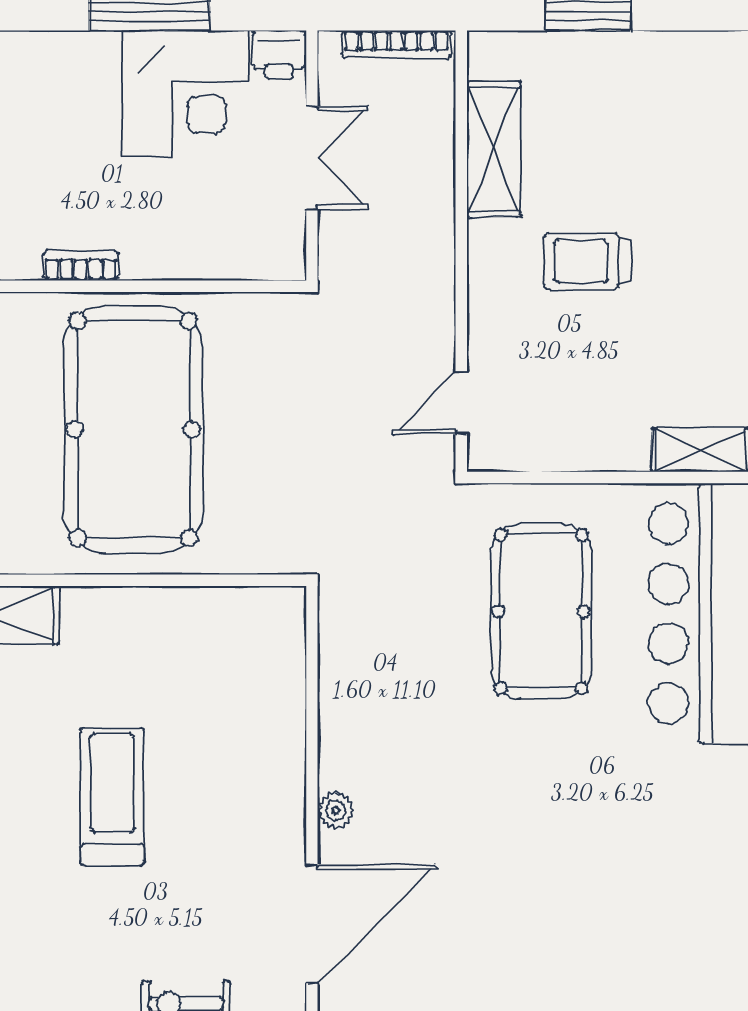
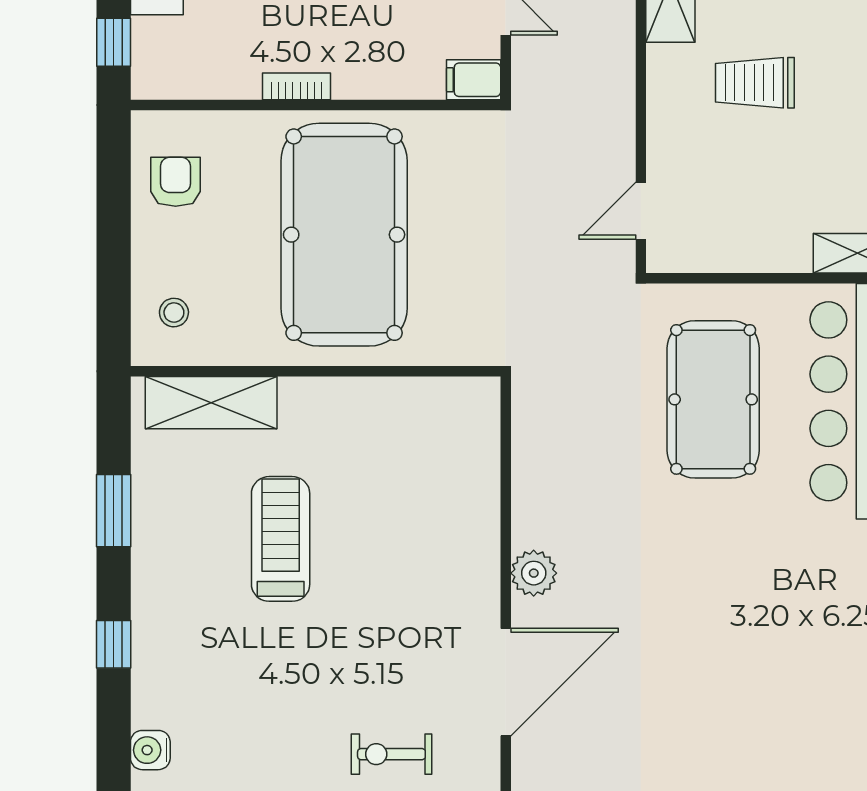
filing cabinet: (276, 258) -> (474, 80), added
treadmill: (112, 797) -> (281, 539), moved
plant: (336, 810) -> (534, 573), width x1.38, depth x1.38

